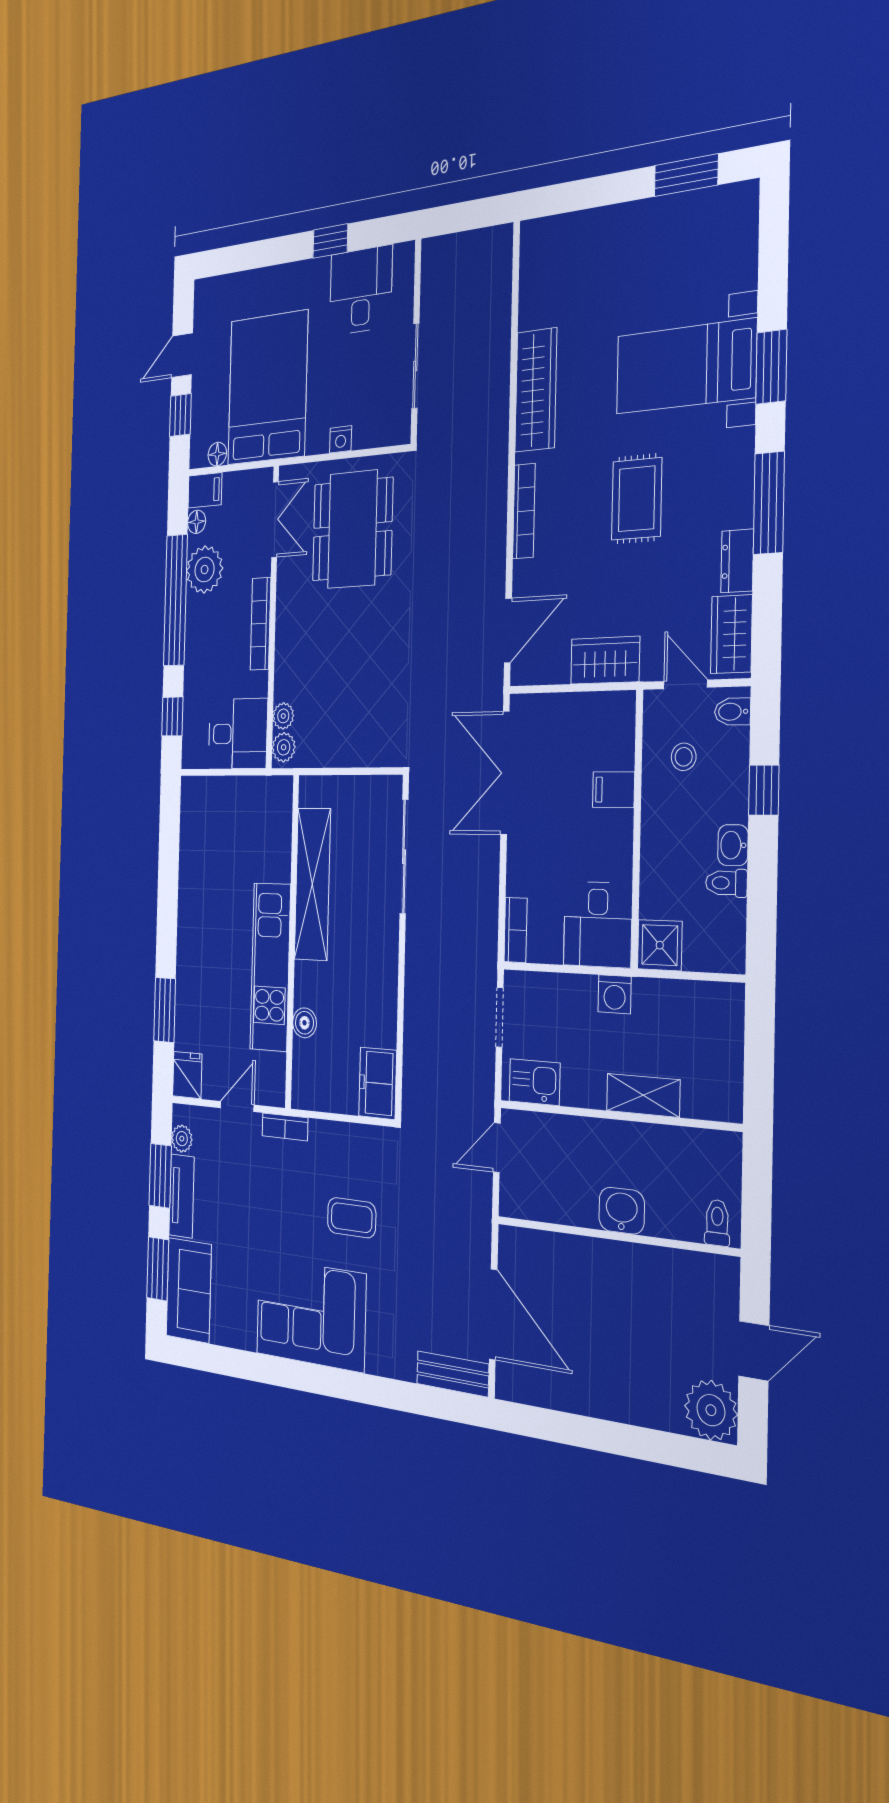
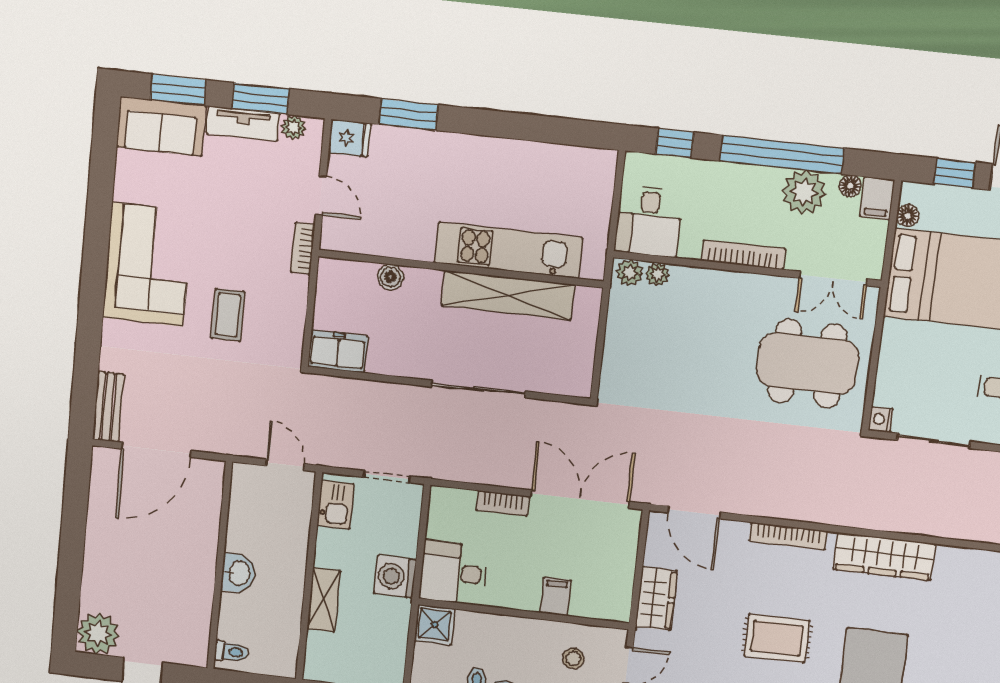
nightstand: (341, 439) -> (881, 419), moved
sliding door: (404, 857) -> (478, 389), moved
bookcase: (515, 930) -> (503, 503), moved
kitchen unit: (270, 967) -> (508, 250), moved
washing machine: (615, 994) -> (395, 577), width x1.38, depth x1.38

